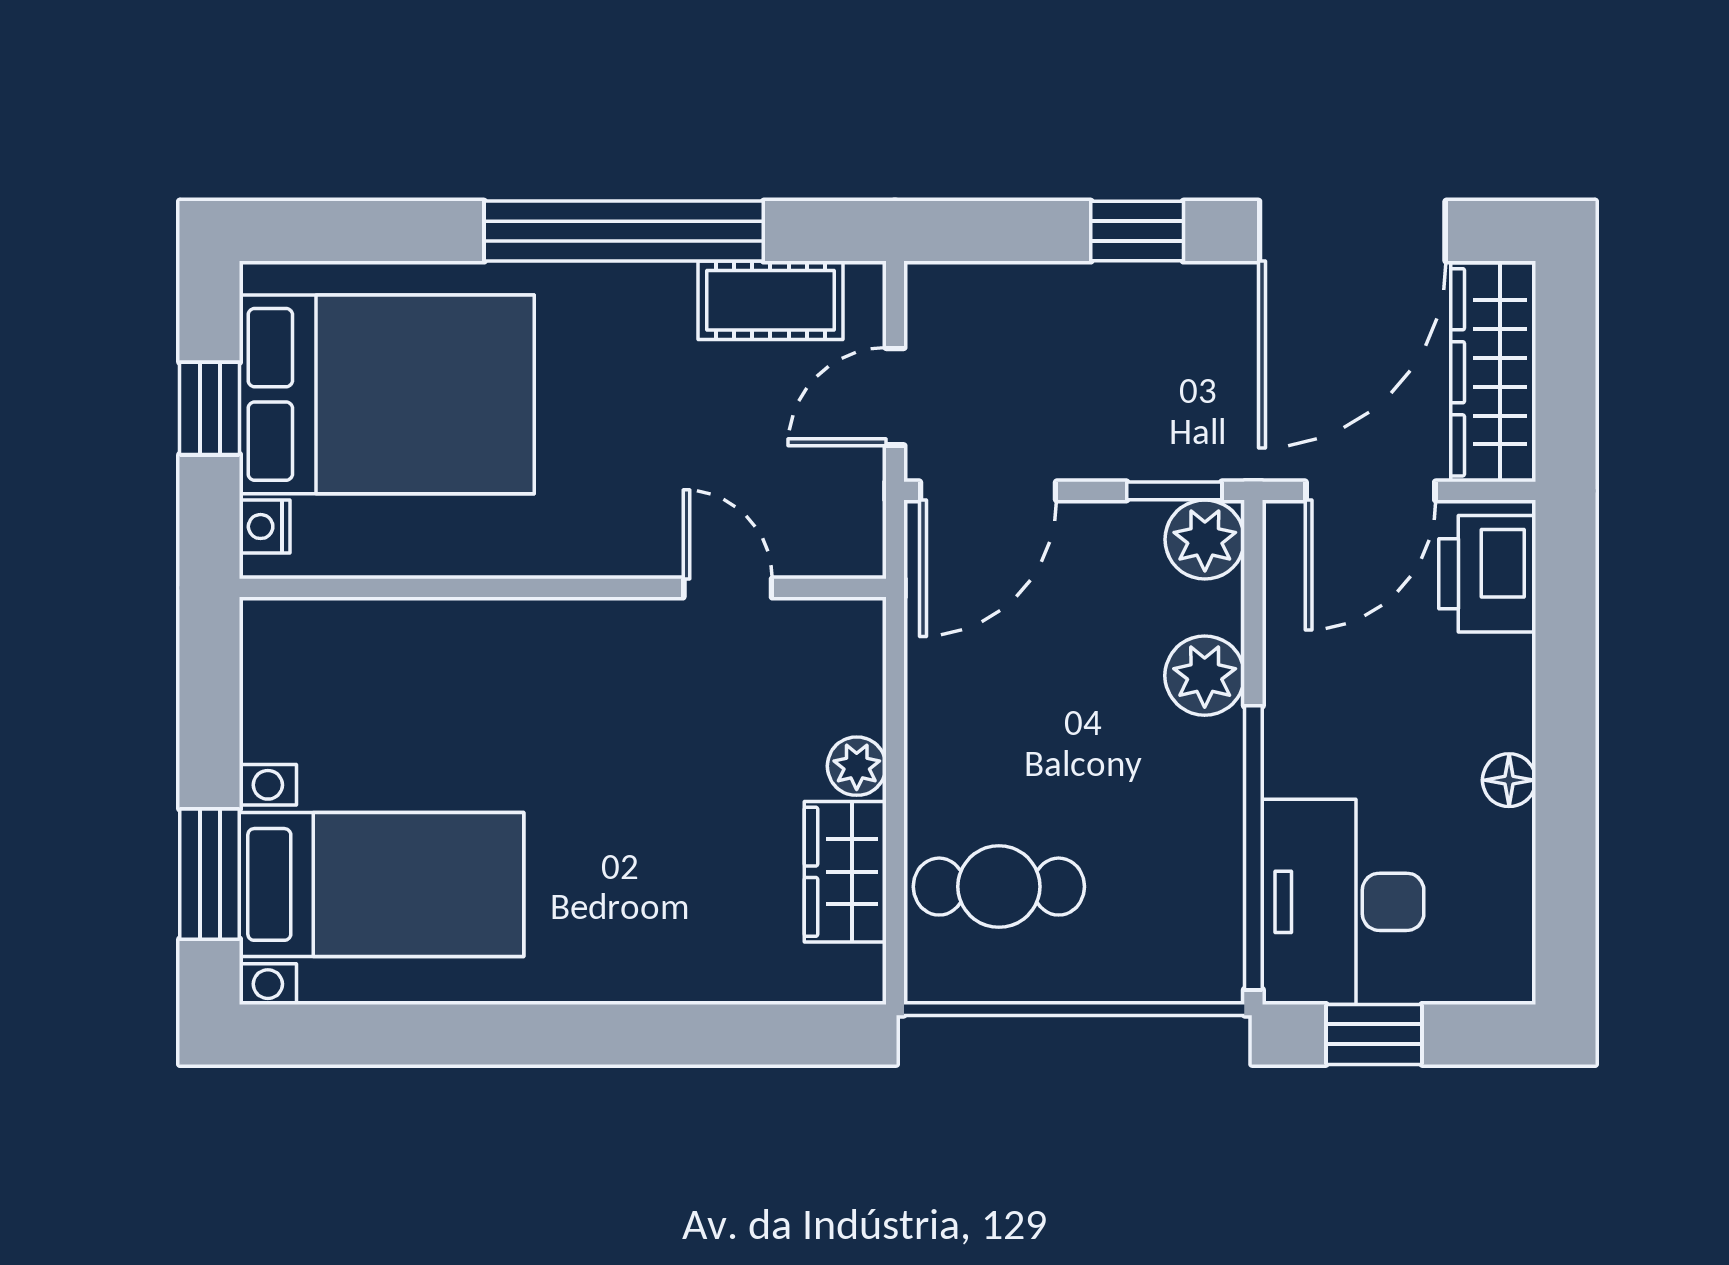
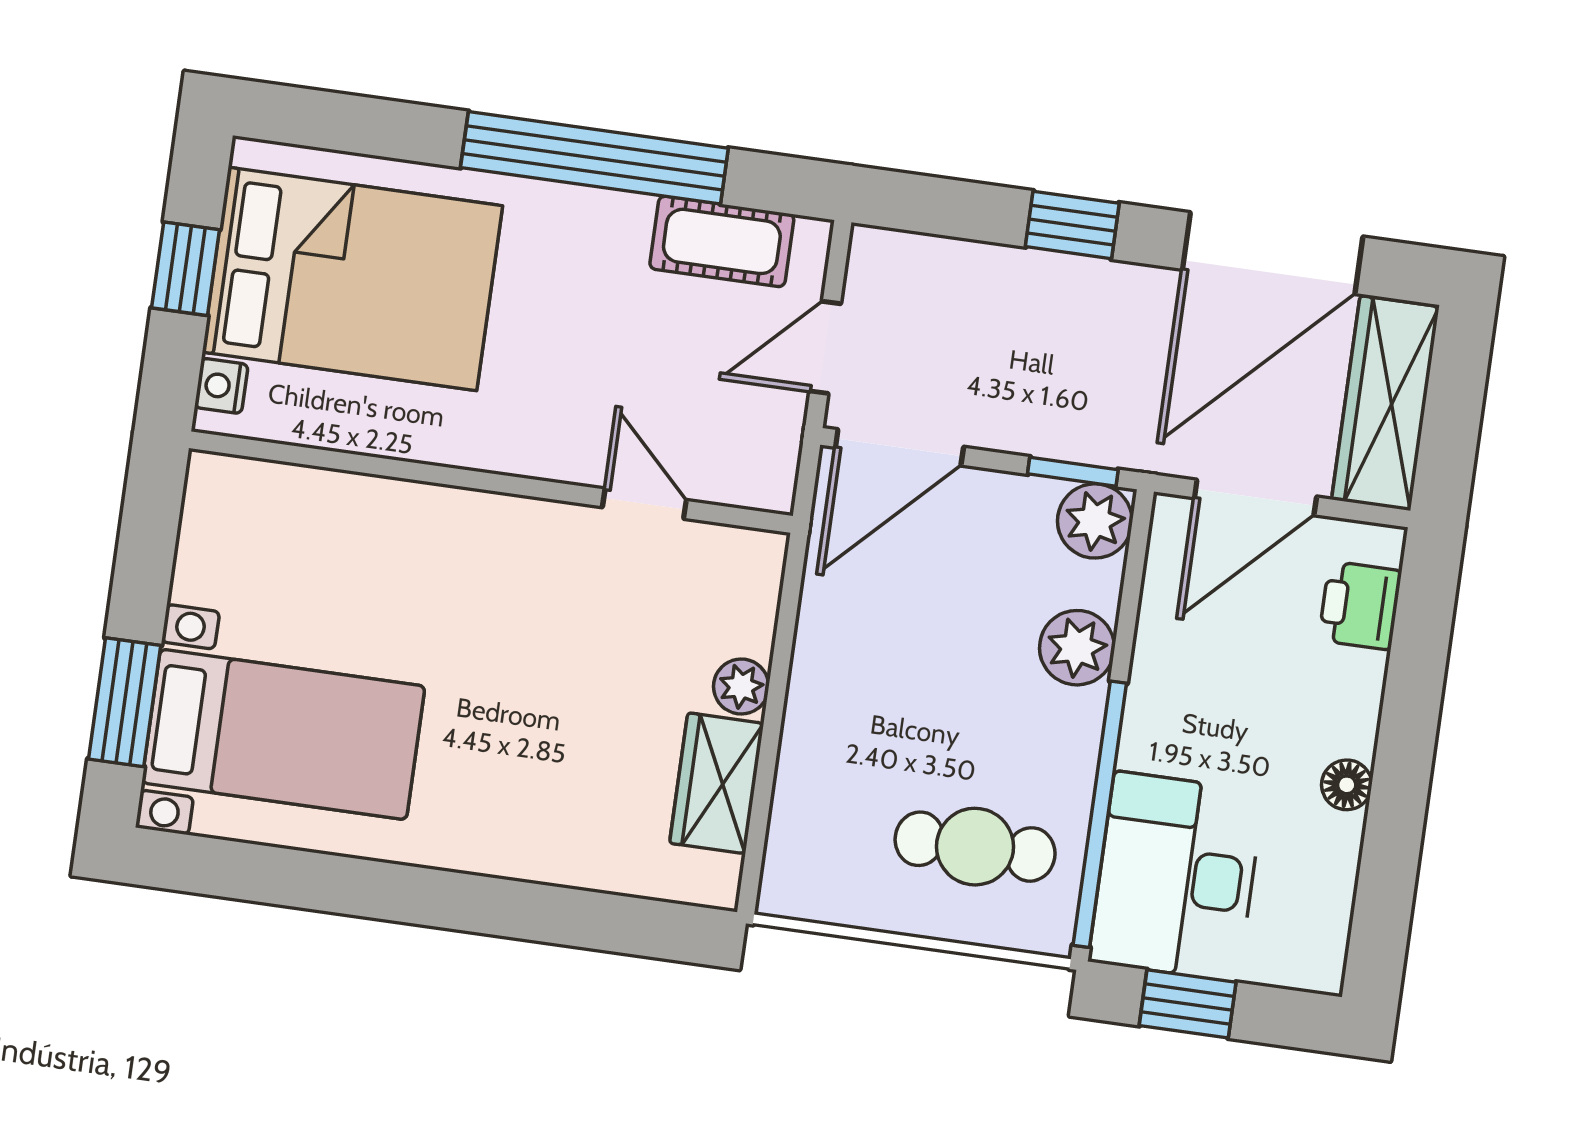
printer: (1487, 574) -> (1360, 606), width x0.73, depth x0.81
cafe table: (999, 887) -> (975, 847), moved

